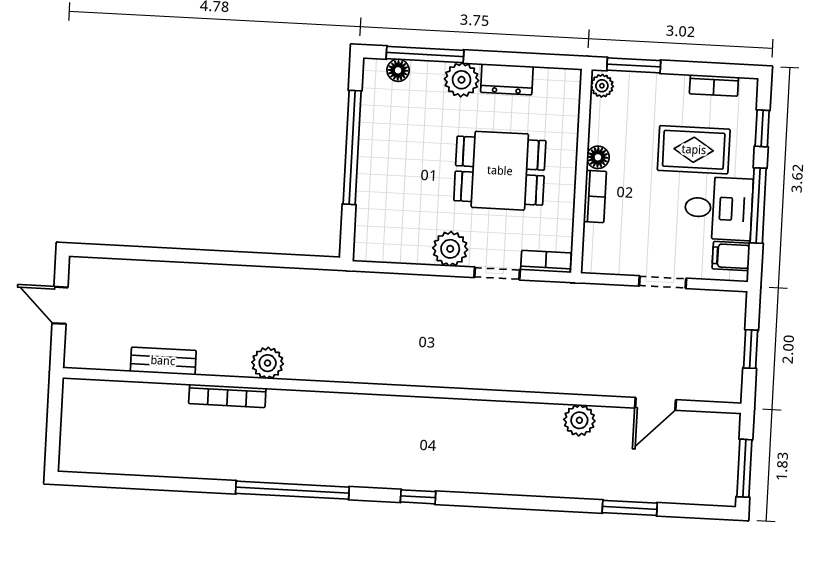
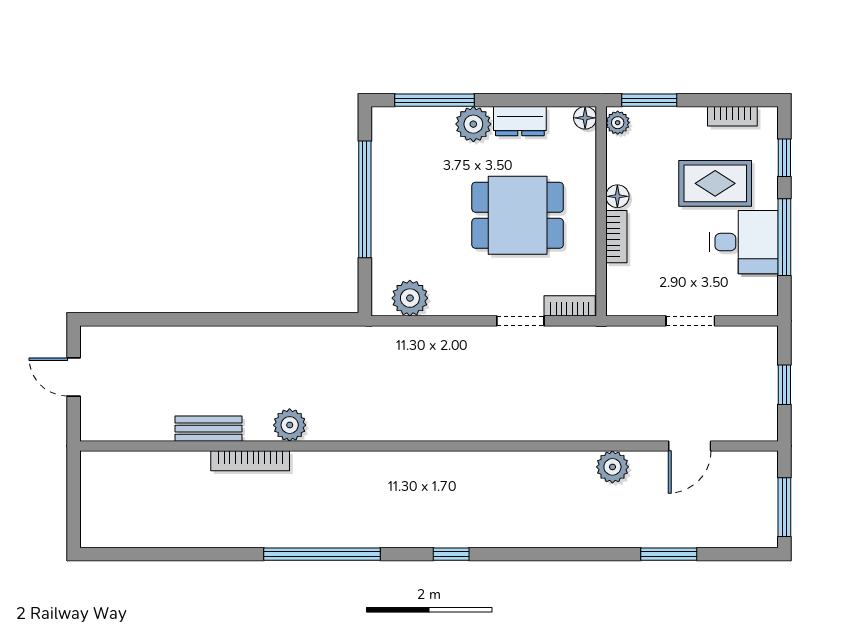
floor lamp: (398, 70) -> (585, 118), moved
plant: (450, 249) -> (410, 298), moved
filing cabinet: (731, 256) -> (759, 290), removed
bench: (163, 361) -> (208, 429), moved

